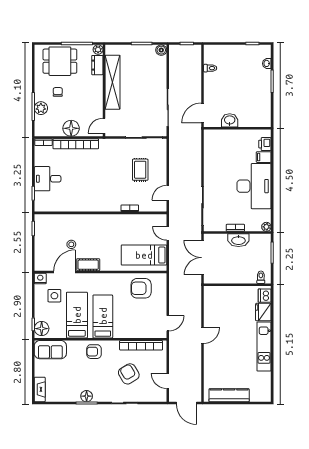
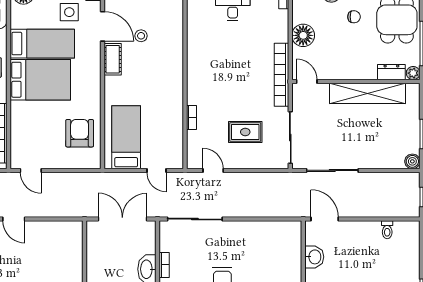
bookcase: (76, 144) -> (281, 75), moved
door: (168, 233) -> (157, 170), swing flipped
bed: (103, 316) -> (40, 80), width x1.50

